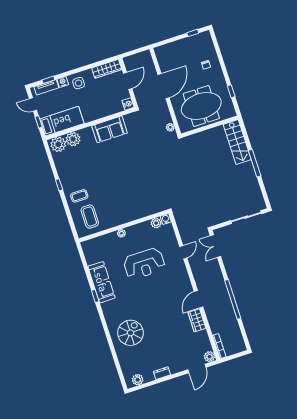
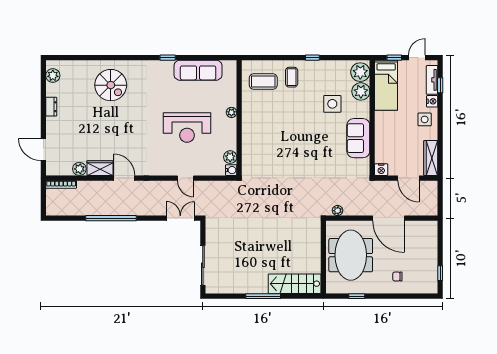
side table: (90, 158) -> (332, 104), added
reception desk: (144, 264) -> (187, 128), turned -90
sofa: (101, 282) -> (198, 70), moved
plant: (209, 357) -> (79, 169), moved

